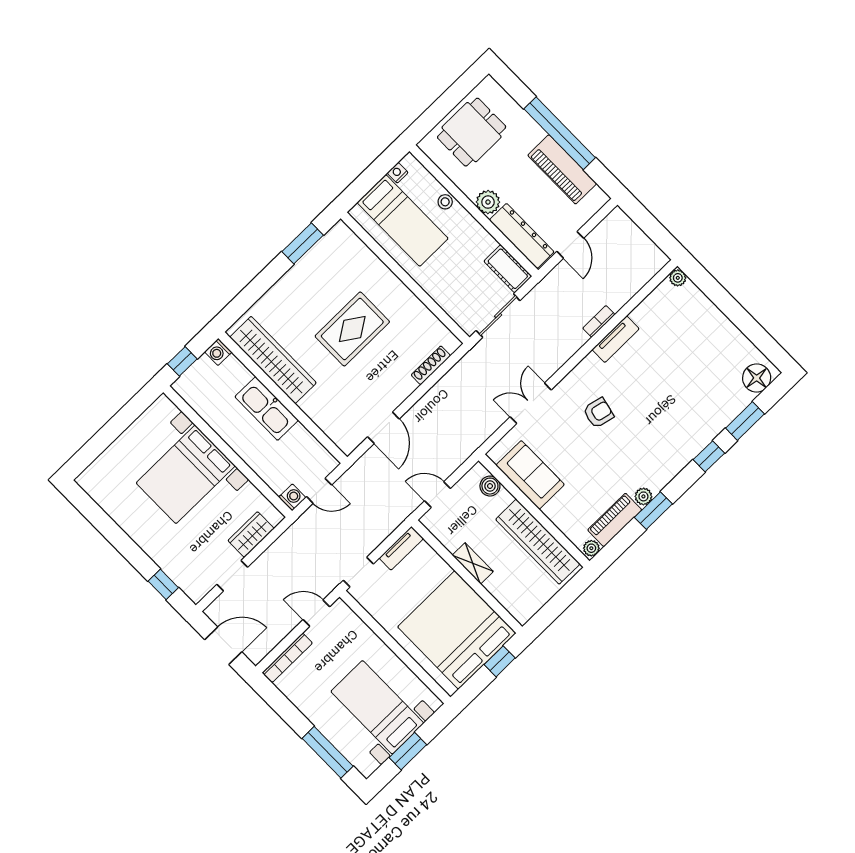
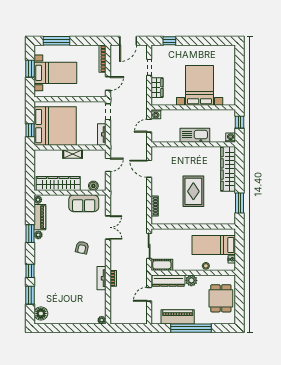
door: (570, 245) -> (149, 294), hinge flipped
wardrobe: (273, 360) -> (228, 169), moved, turned 90

